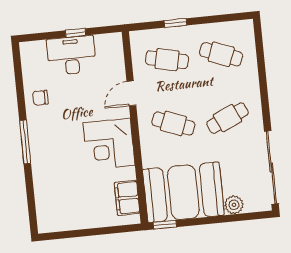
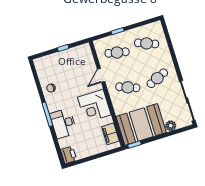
desk: (71, 55) -> (63, 123), moved, turned -90
printer: (48, 219) -> (69, 155), added

